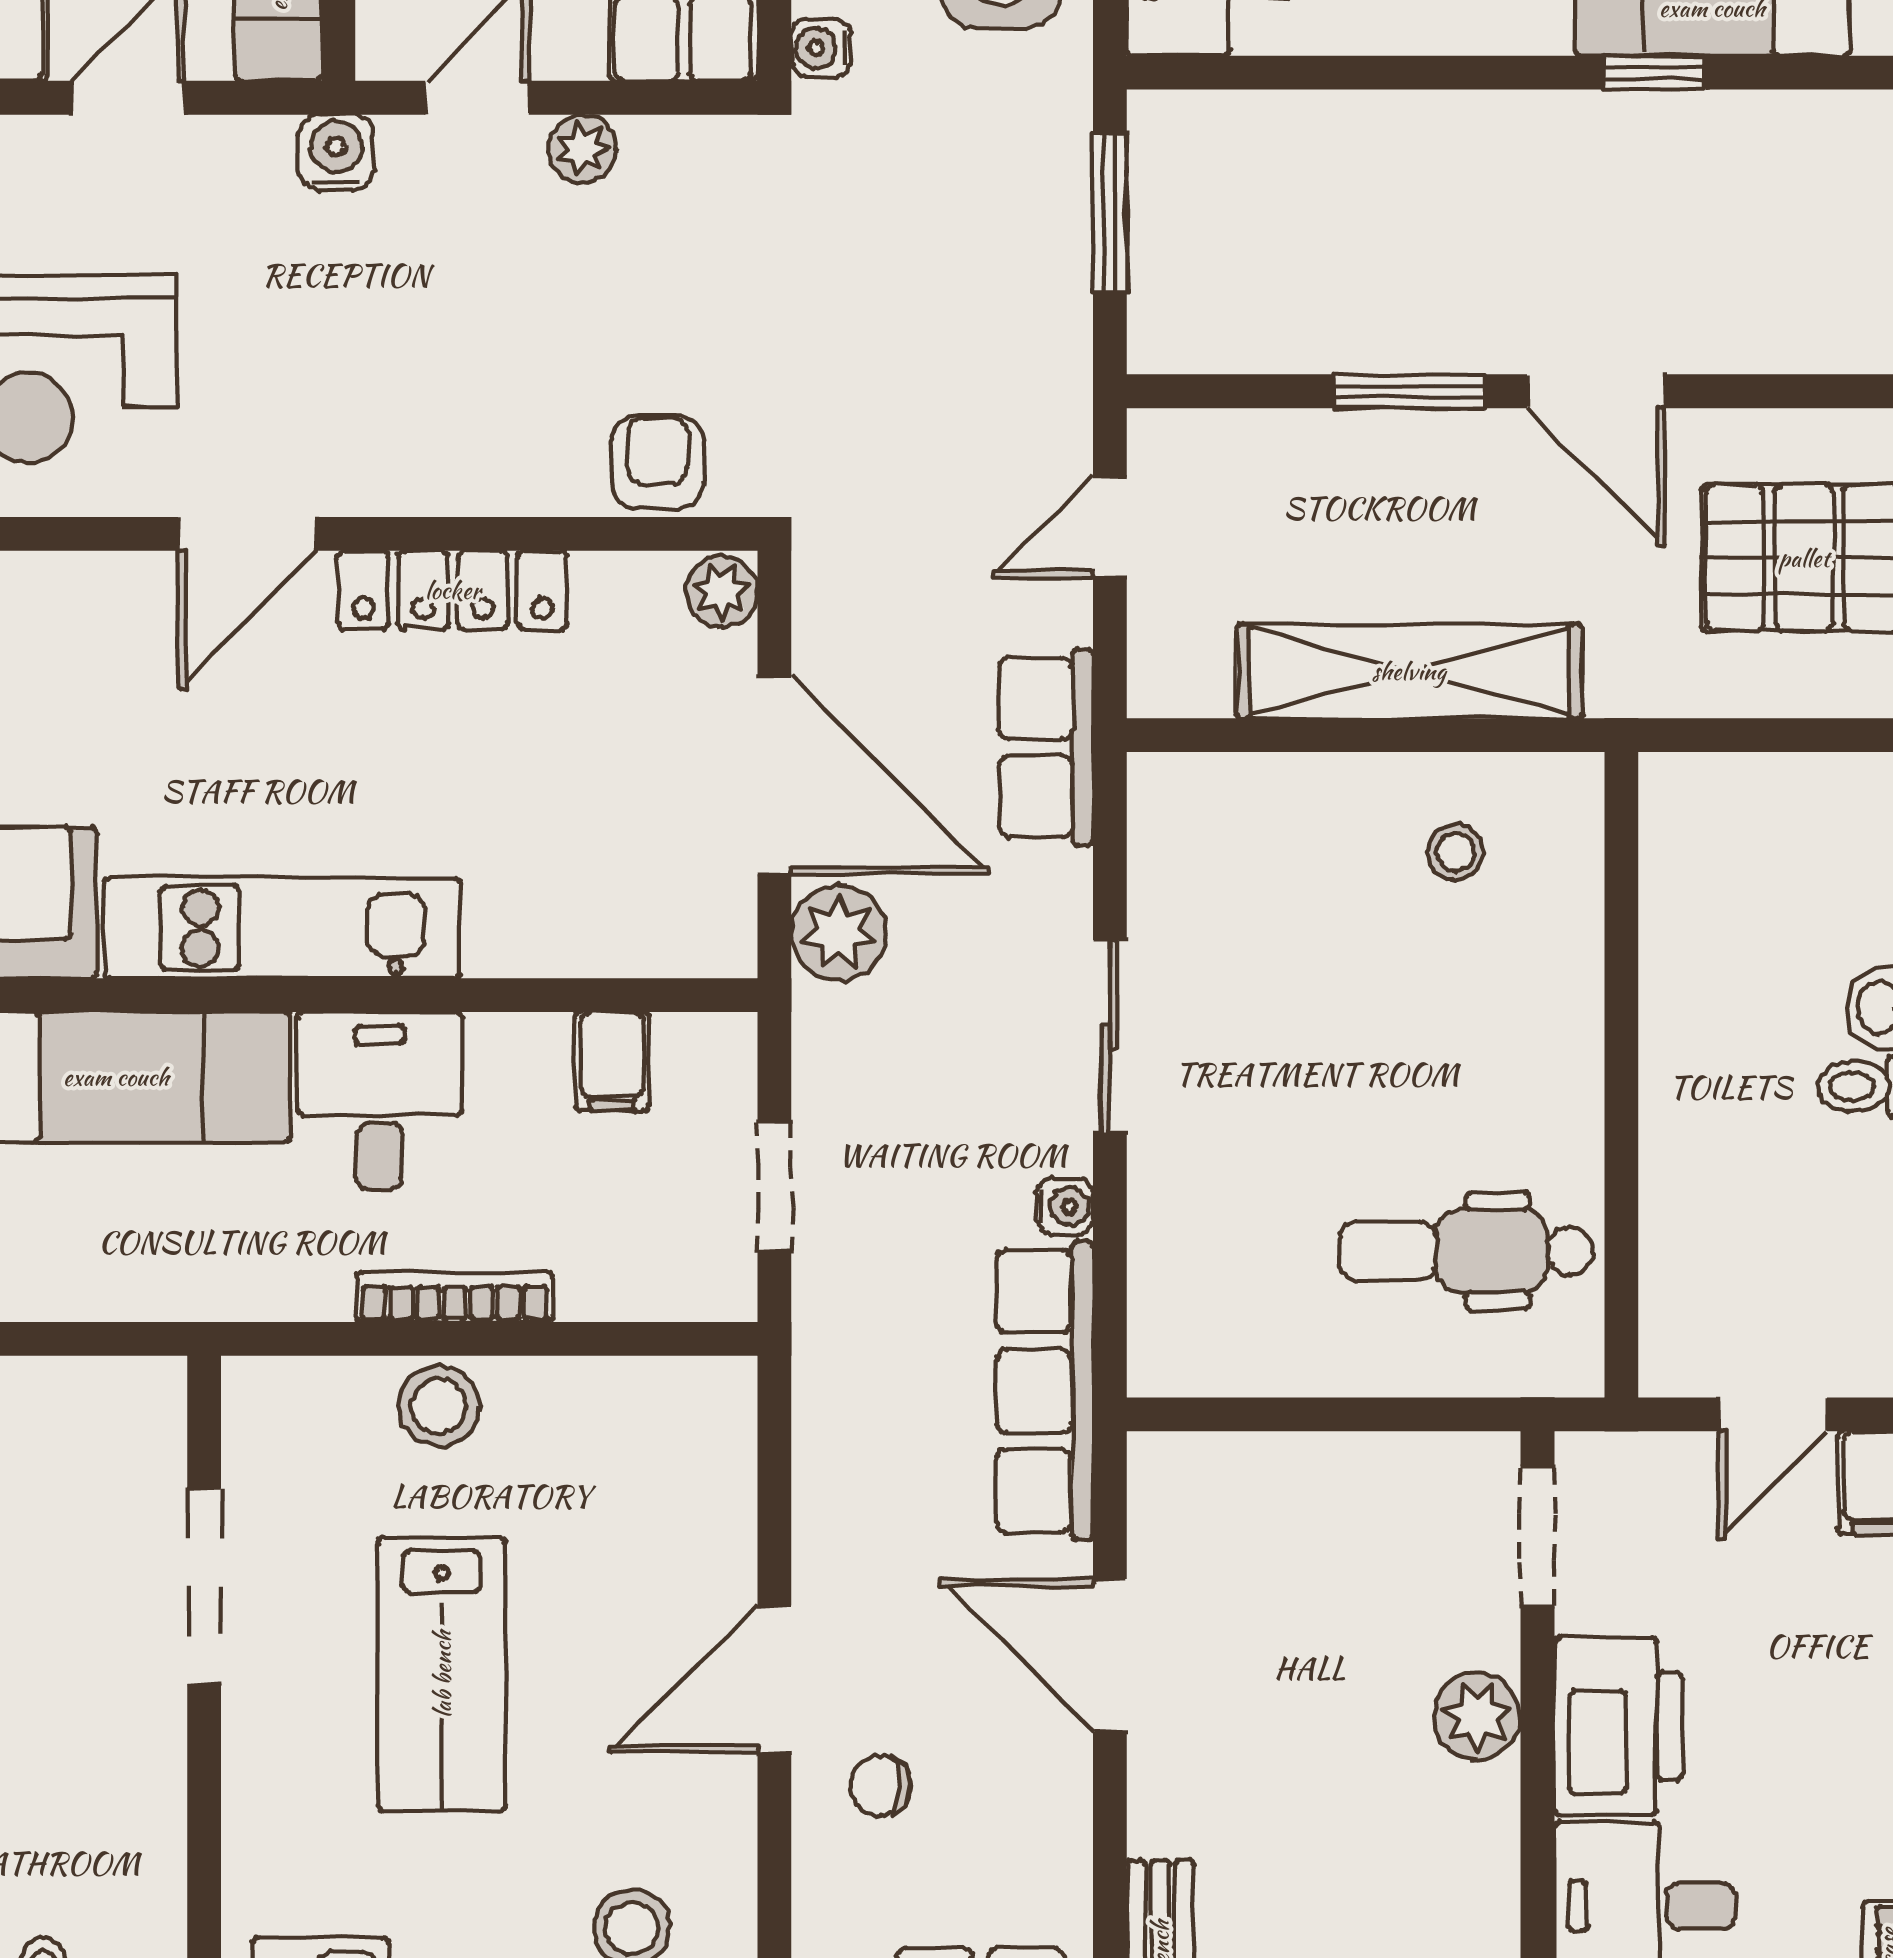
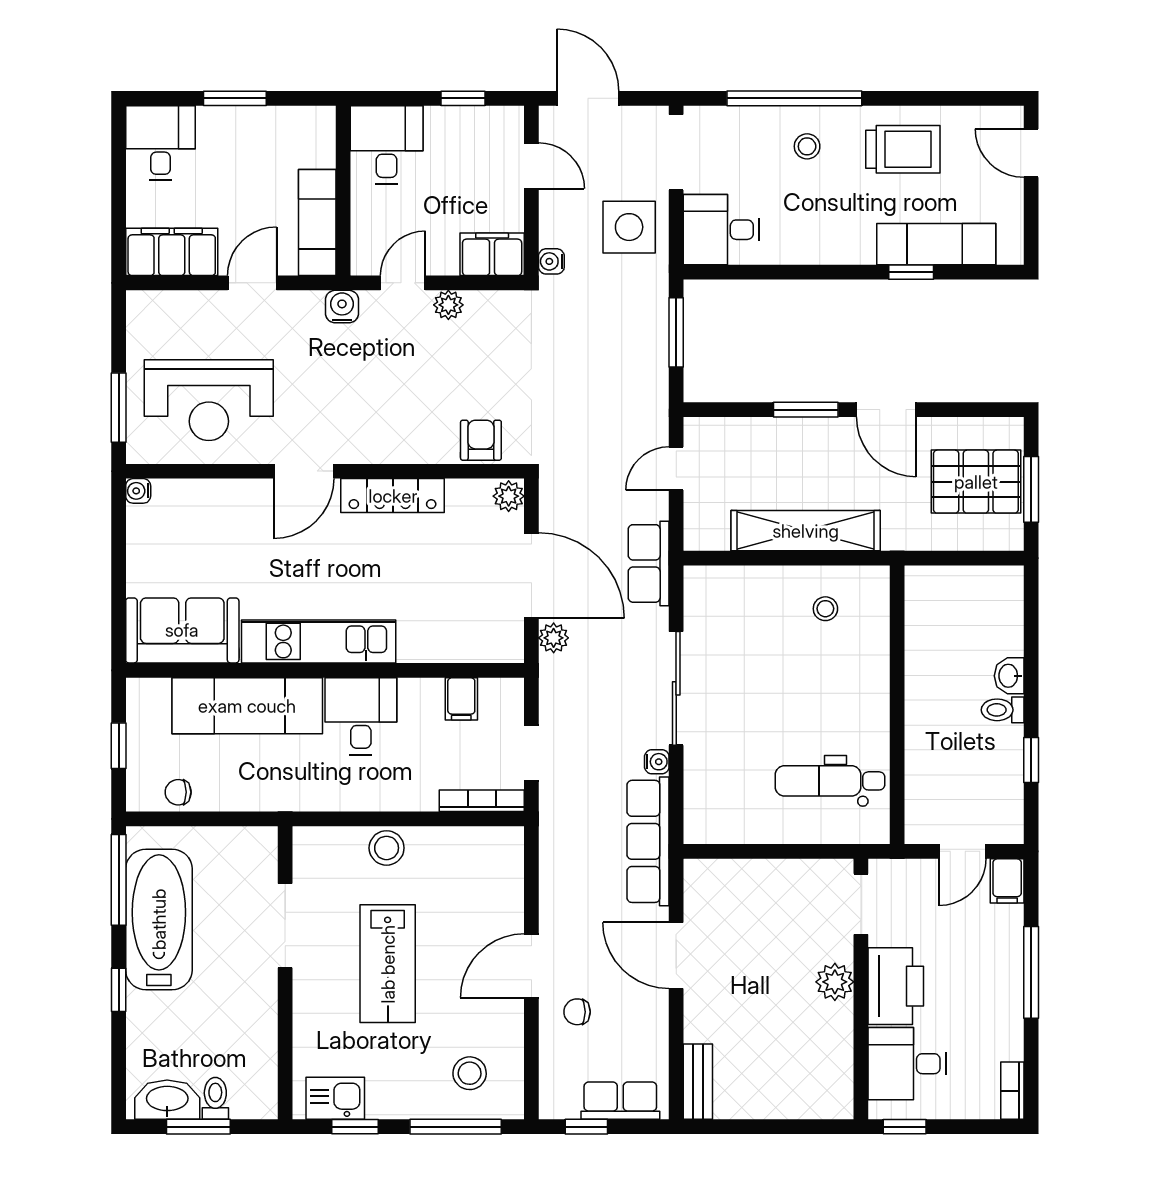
plant: (839, 933) -> (554, 638), width x0.73, depth x0.73
sliding door: (1110, 1037) -> (676, 688), width x1.37
bookcase: (455, 1297) -> (482, 801), moved

